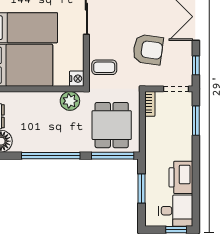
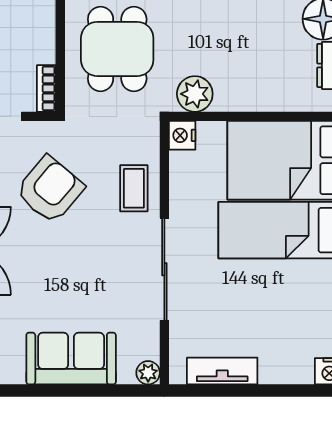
armchair: (148, 49) -> (50, 190), turned 122
coffee table: (104, 67) -> (134, 188), moved, turned 90

